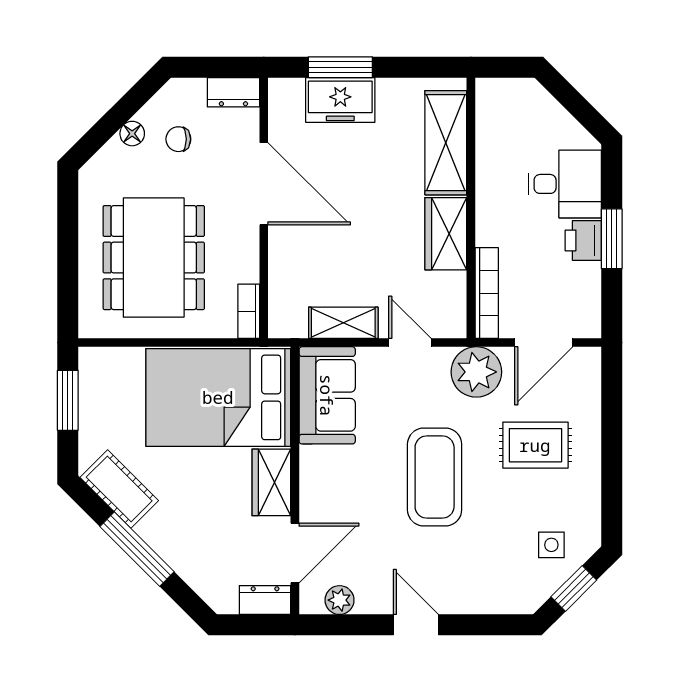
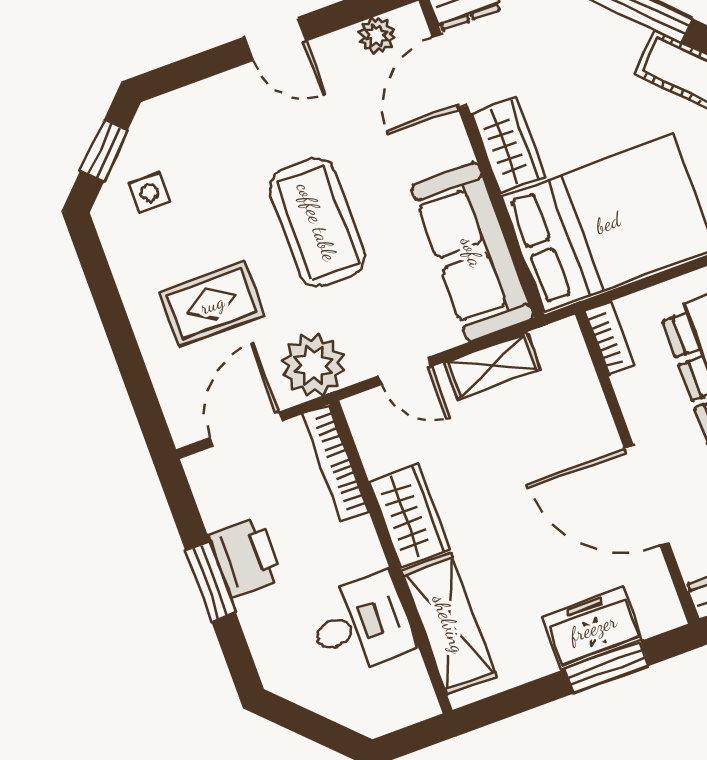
desk: (565, 184) -> (361, 624), moved, turned 180
printer: (583, 240) -> (246, 557), width x1.36, depth x1.24
sofa: (327, 395) -> (472, 252), width x1.36

